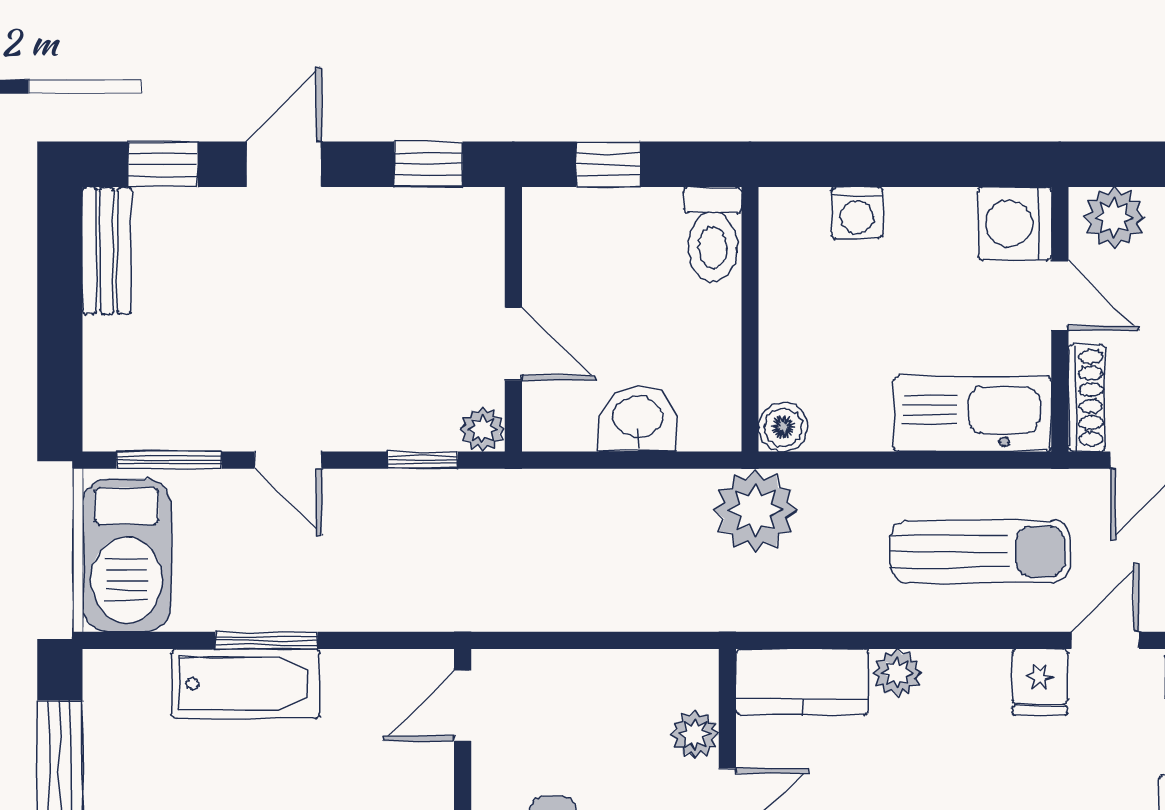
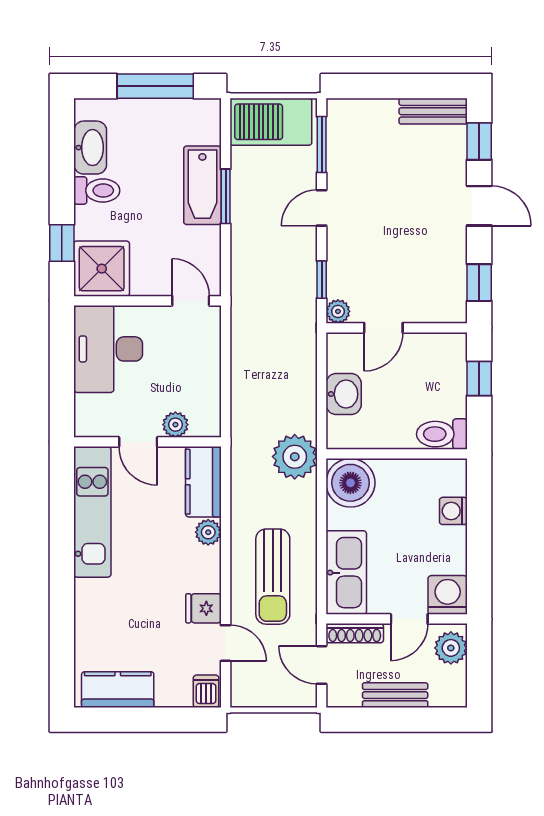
boiler: (783, 427) -> (350, 483), width x1.86, depth x1.86

